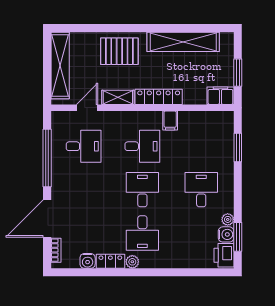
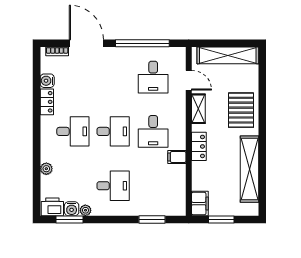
locker: (159, 97) -> (199, 146), width x0.66
desk: (142, 233) -> (73, 131), turned 180
plant: (132, 262) -> (46, 169), moved

